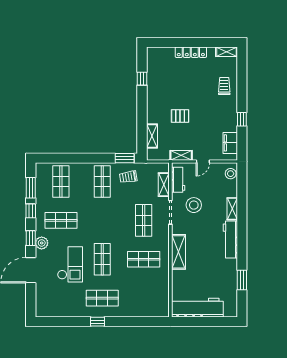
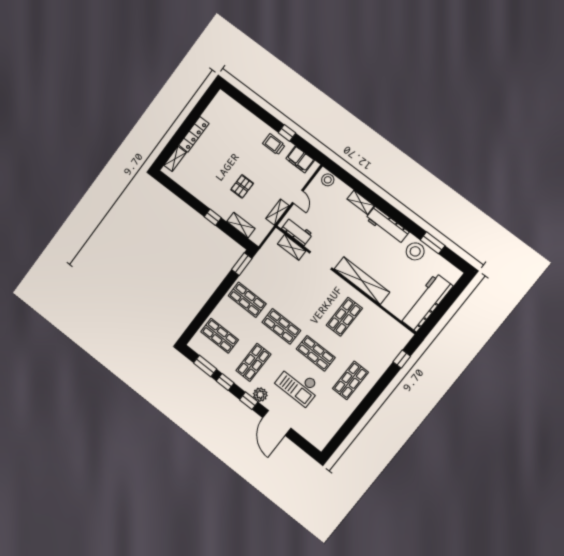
shelving: (227, 52) -> (175, 159), moved
window: (142, 79) -> (213, 217), moved
trolley: (224, 86) -> (274, 144), moved
trolley: (128, 177) -> (261, 274), removed
stool: (194, 205) -> (415, 251), moved
shop shelf: (144, 220) -> (281, 326), moved
shelving: (178, 252) -> (362, 281), width x1.47
checkout: (70, 264) -> (298, 385), turned 180
window: (97, 322) -> (402, 359), moved

